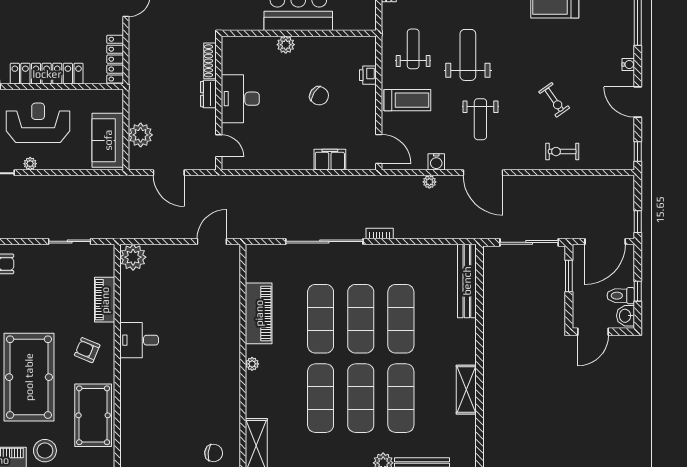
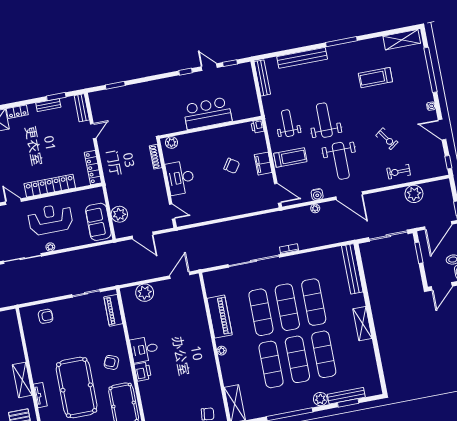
plant: (286, 45) -> (172, 143), moved
printer: (368, 75) -> (257, 126), moved
dresser: (208, 94) -> (159, 179), removed
weight bench: (480, 119) -> (341, 161), width x1.36, depth x1.33
filing cabinet: (330, 160) -> (263, 164), moved, turned -90
plant: (578, 188) -> (414, 194), added
plant: (133, 257) -> (145, 293), moved
piano: (105, 300) -> (113, 310), moved
printer: (131, 372) -> (143, 371), added
shelving: (466, 390) -> (362, 324), moved

